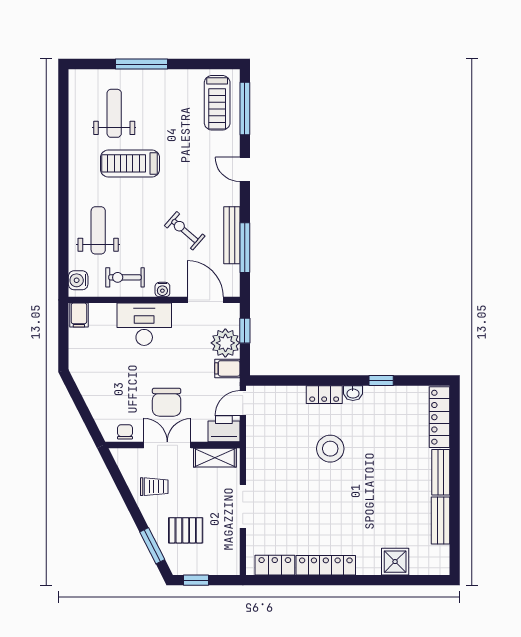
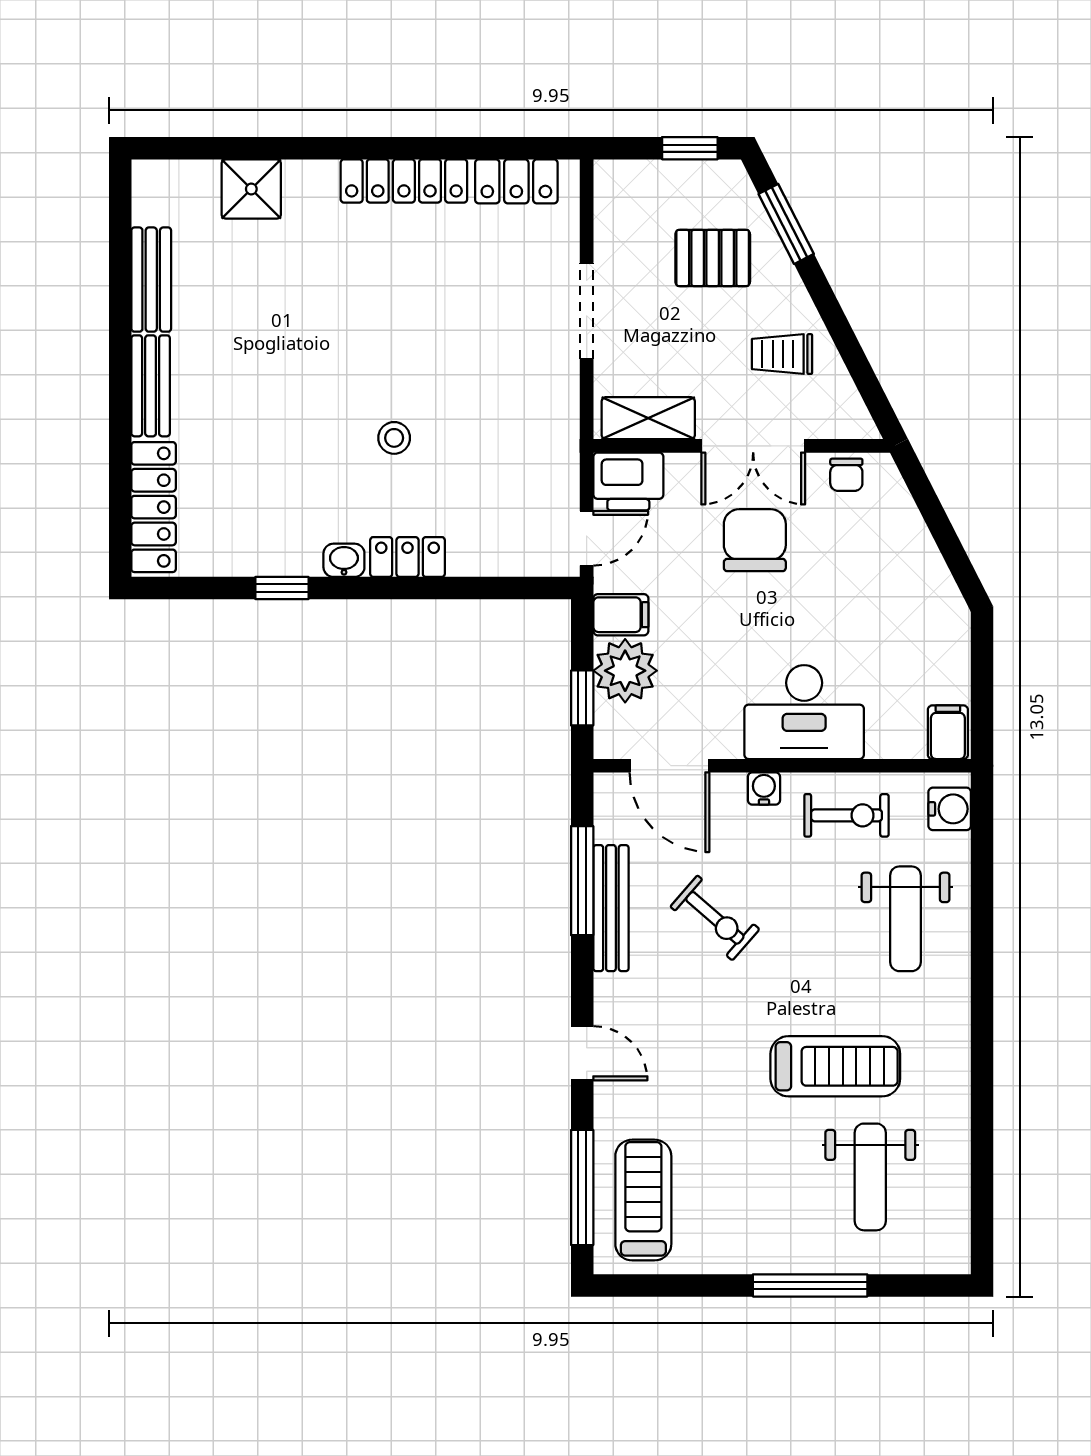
stool: (330, 449) -> (394, 438), width x0.53, depth x0.53

